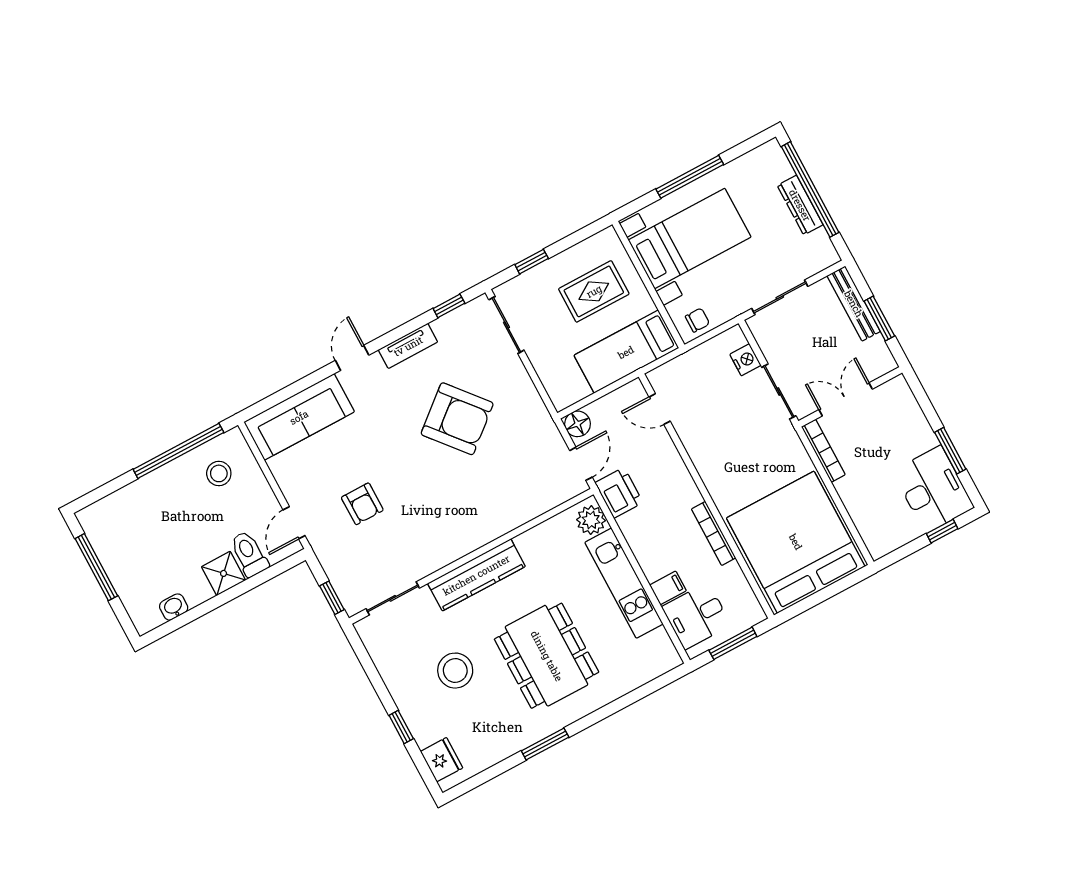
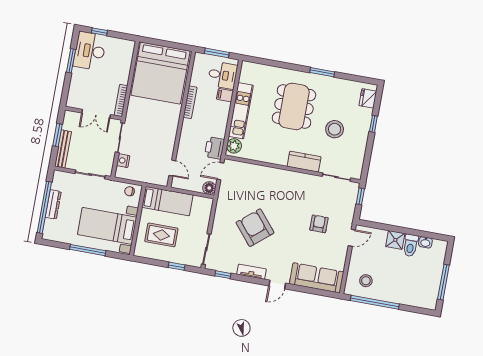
toilet: (249, 554) -> (411, 245), moved
kitchen counter: (476, 575) -> (304, 162), width x0.67

